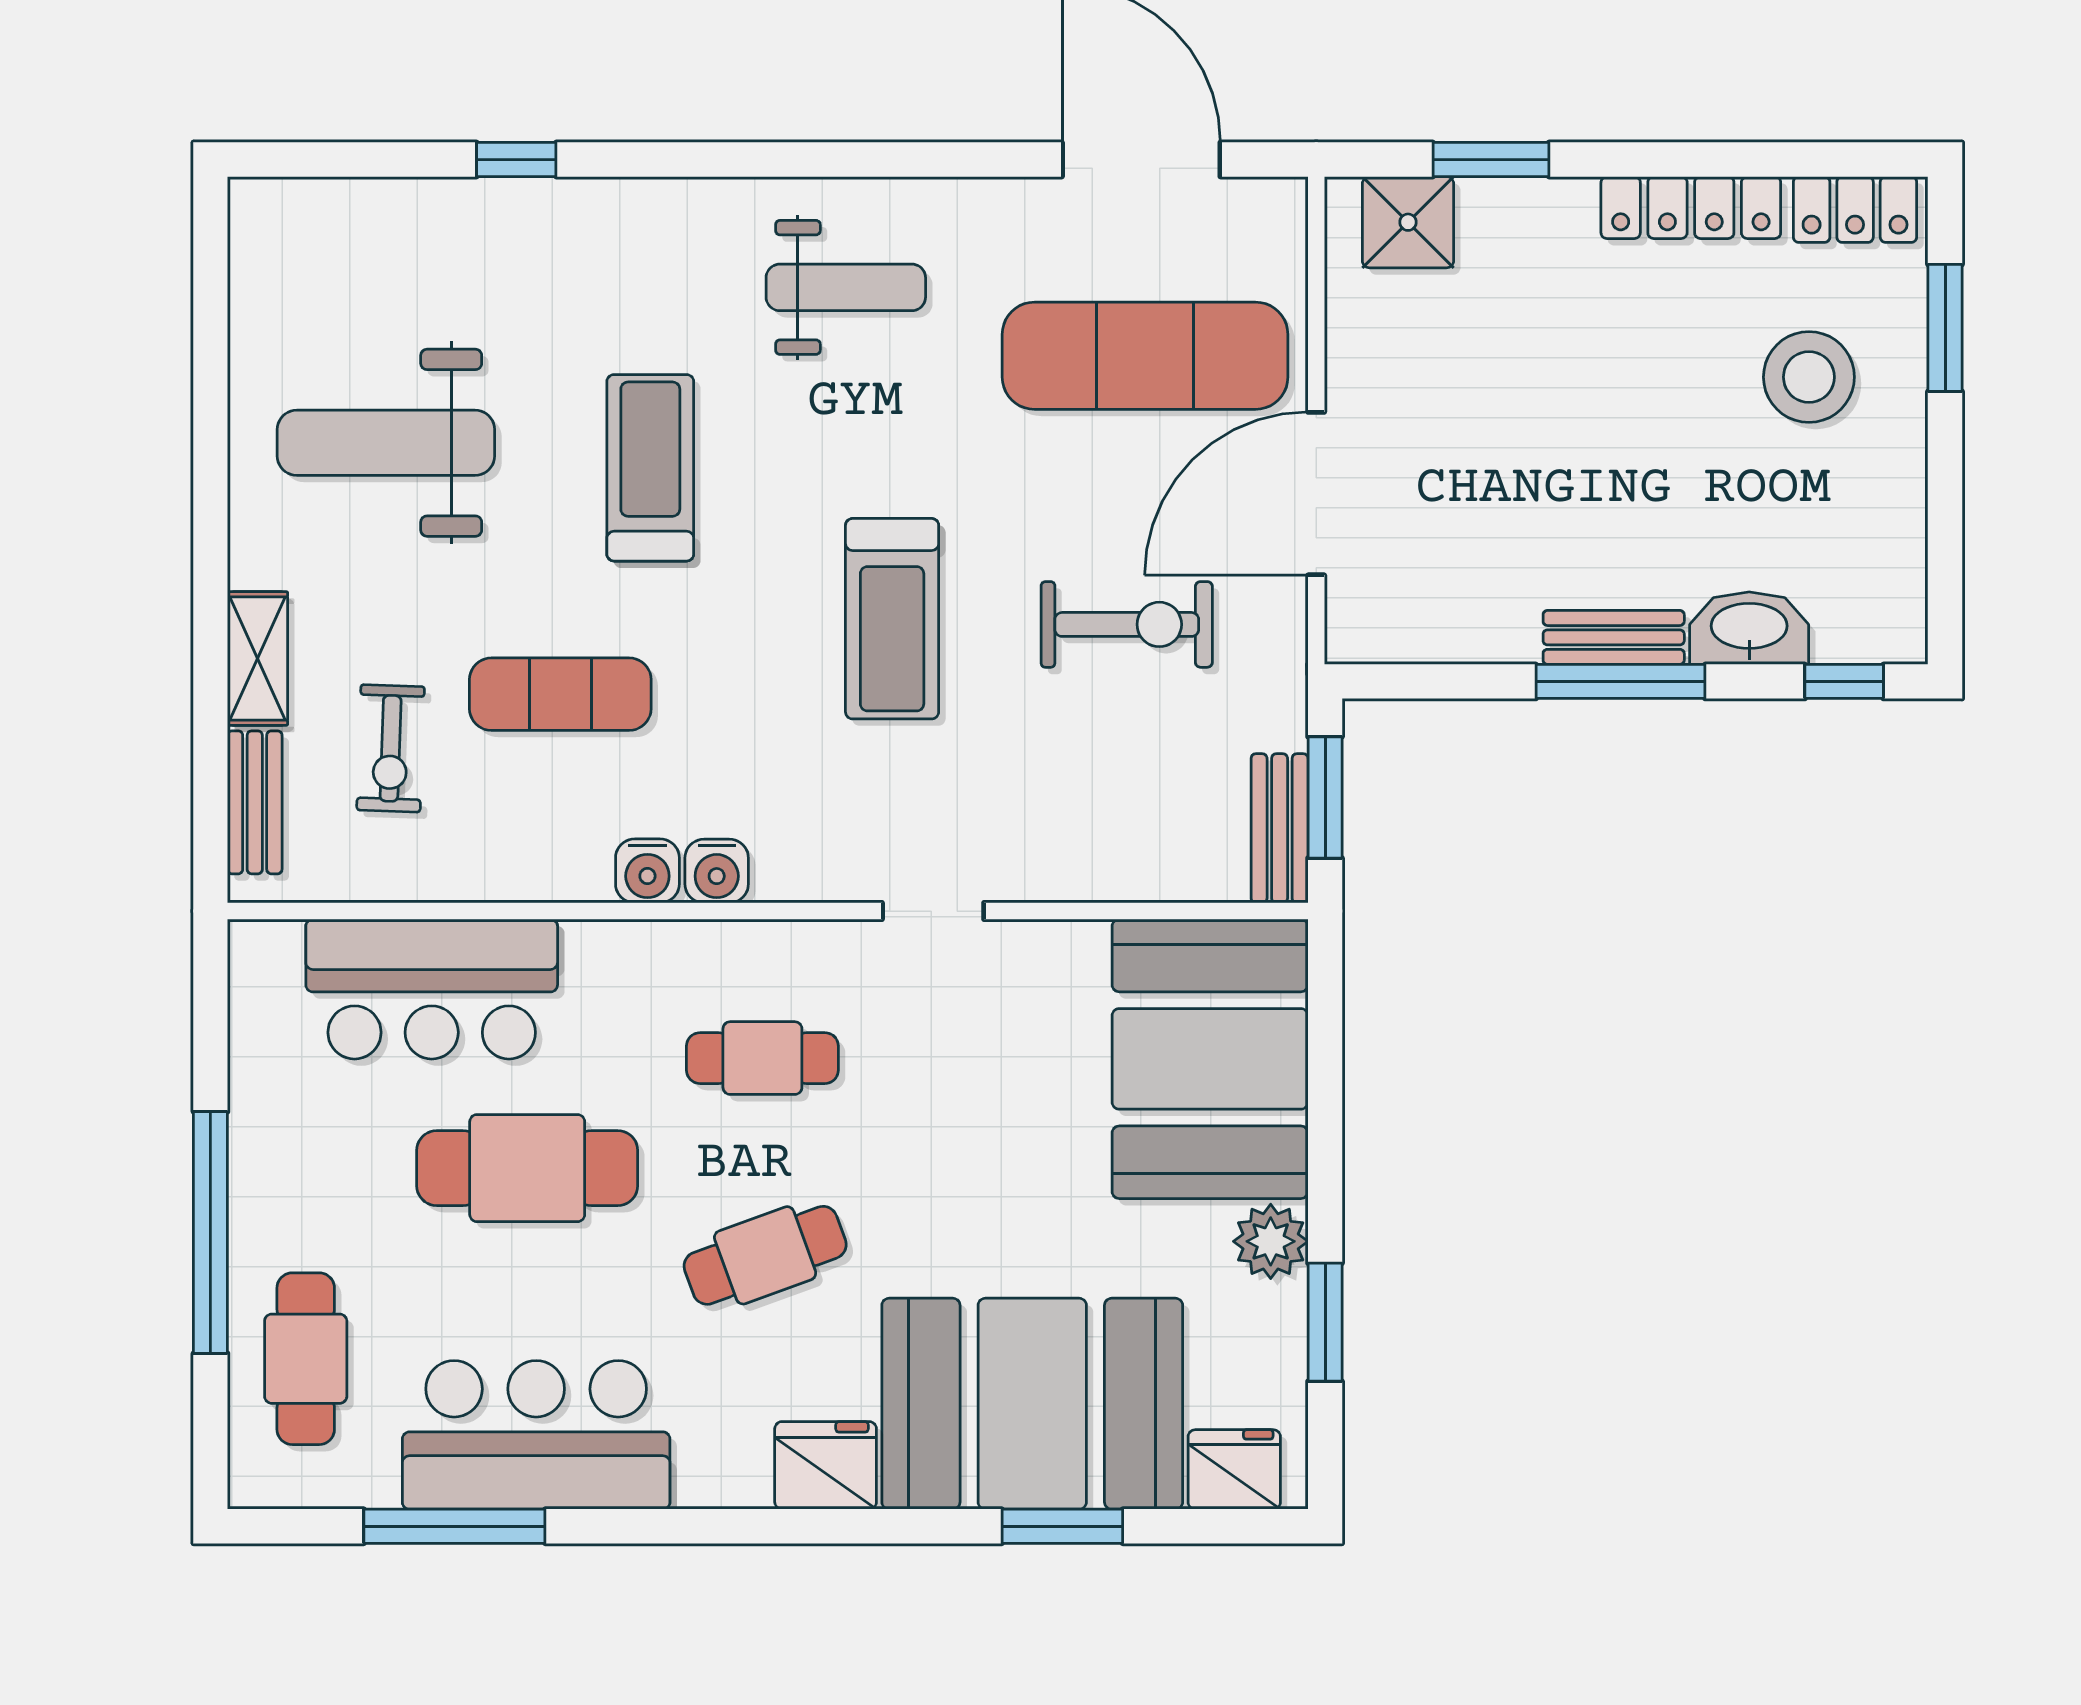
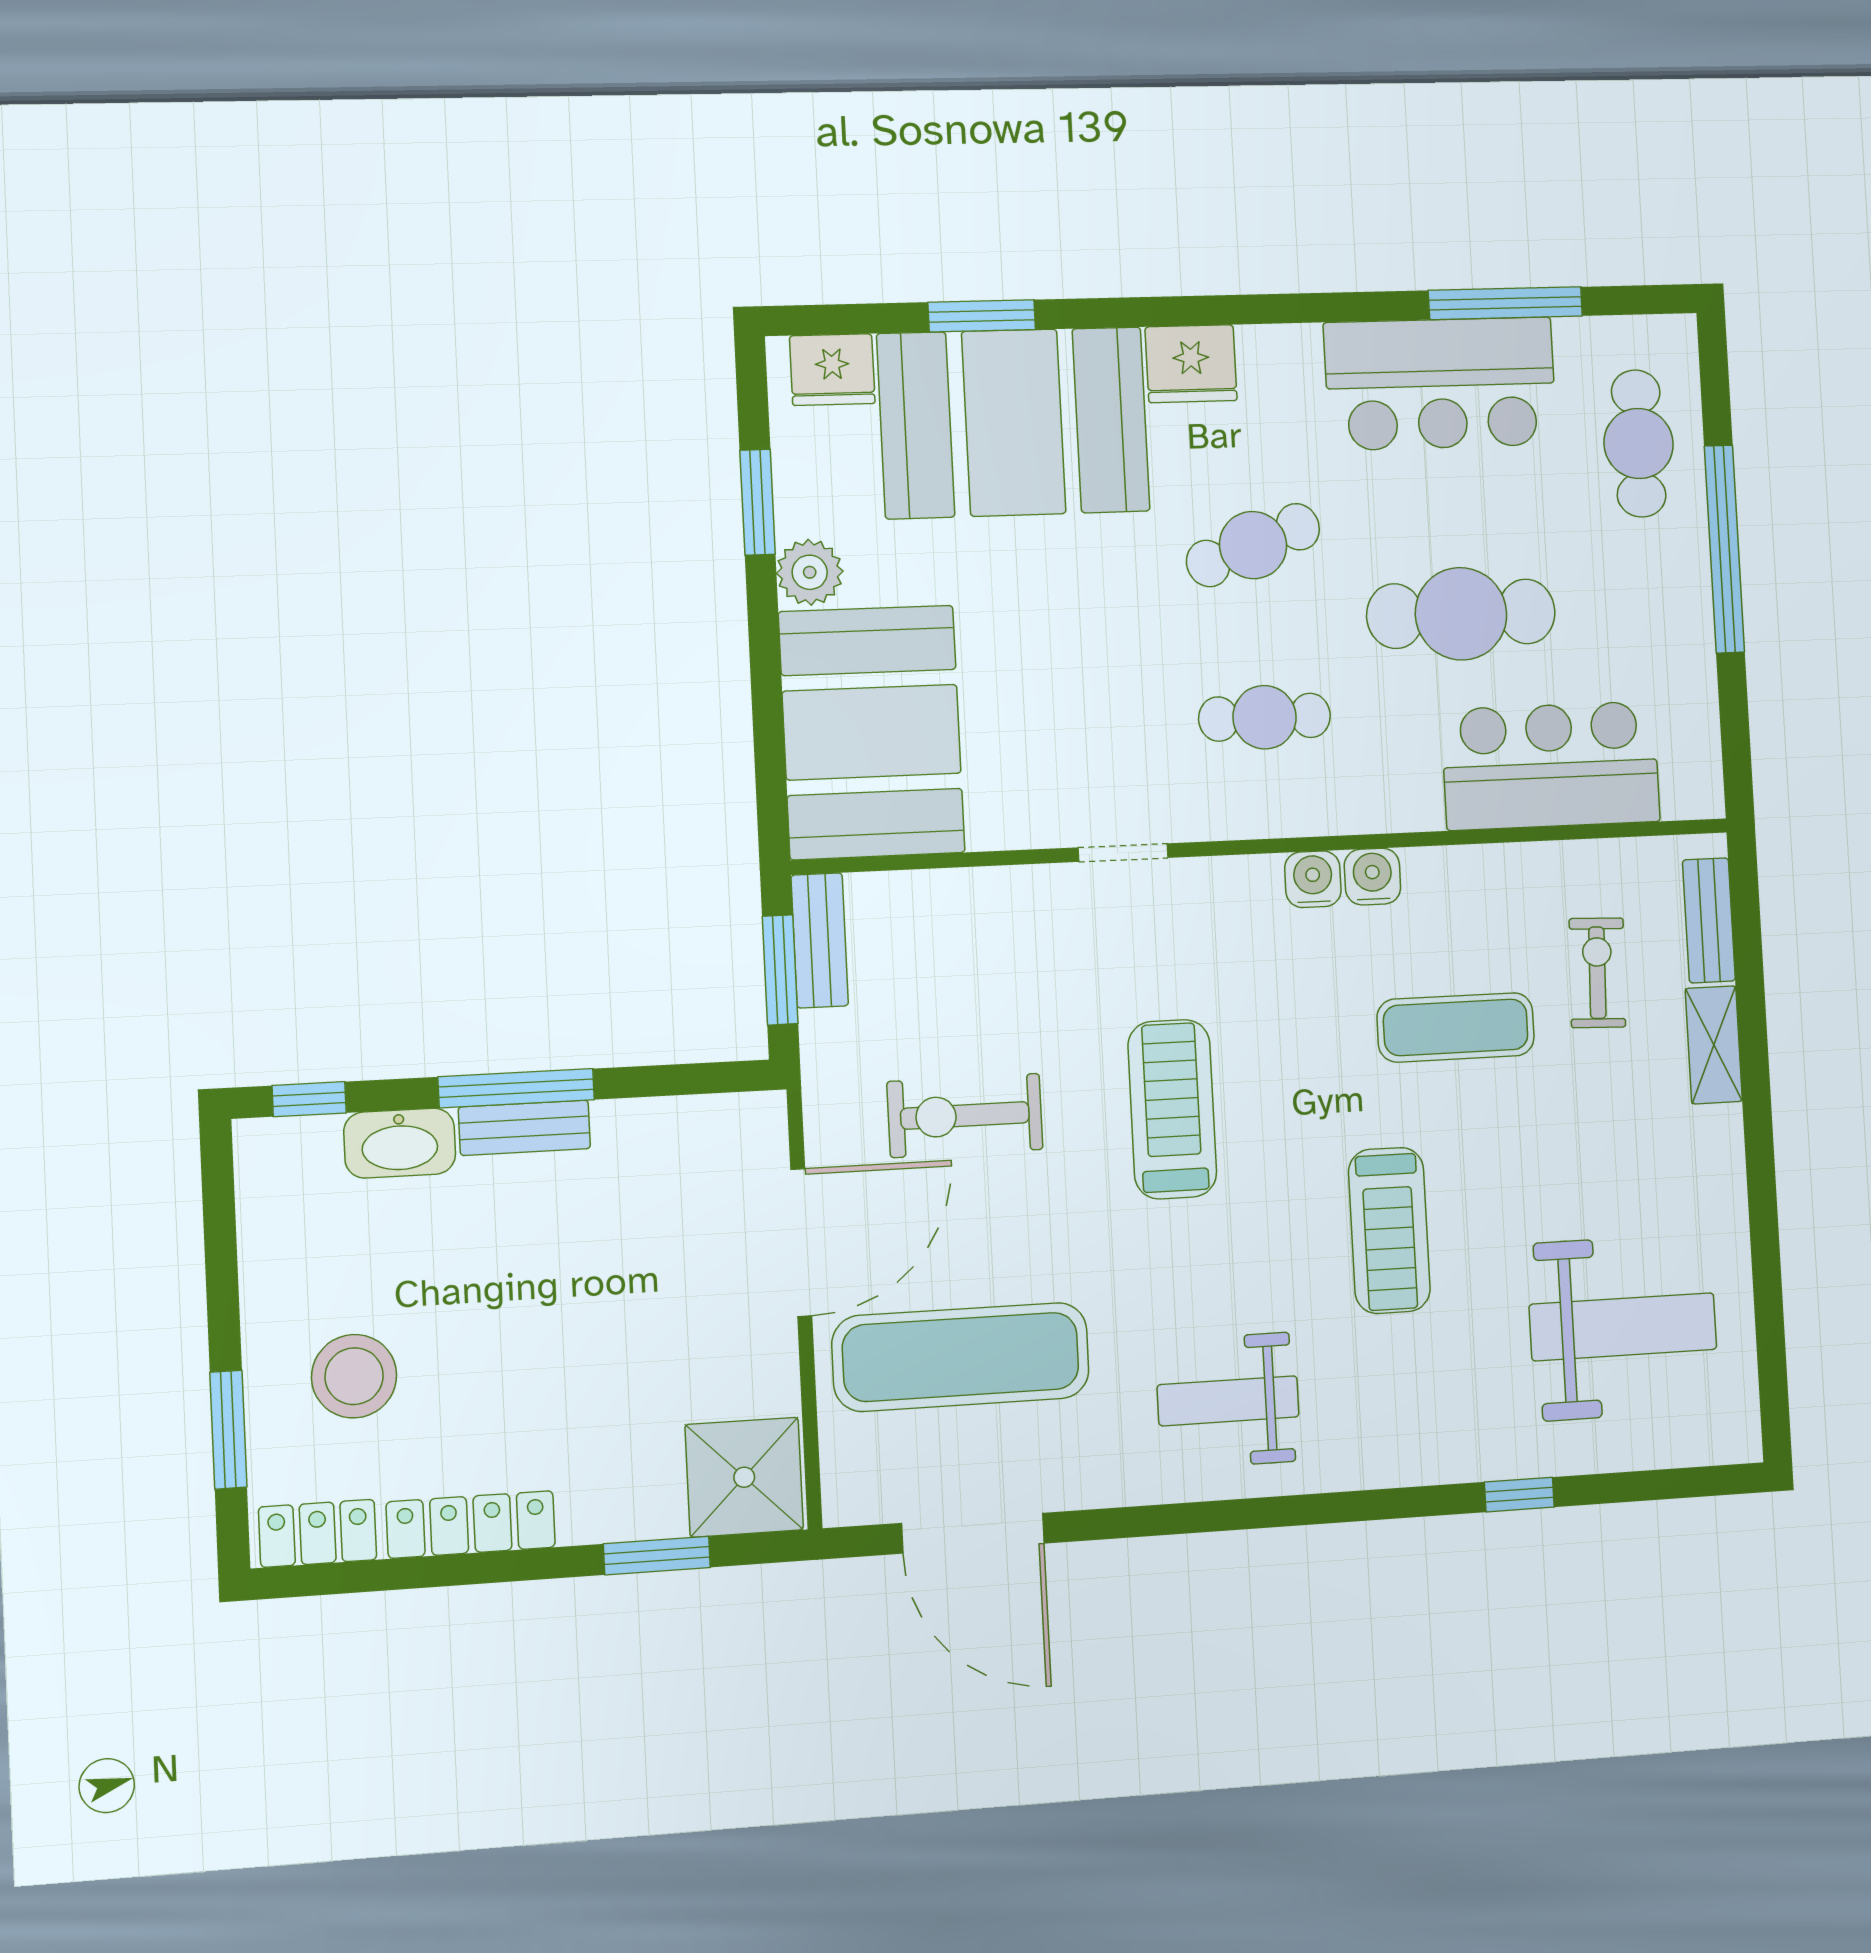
shower: (1408, 222) -> (744, 1477), width x1.36, depth x1.36
weight bench: (386, 443) -> (1623, 1327), moved

